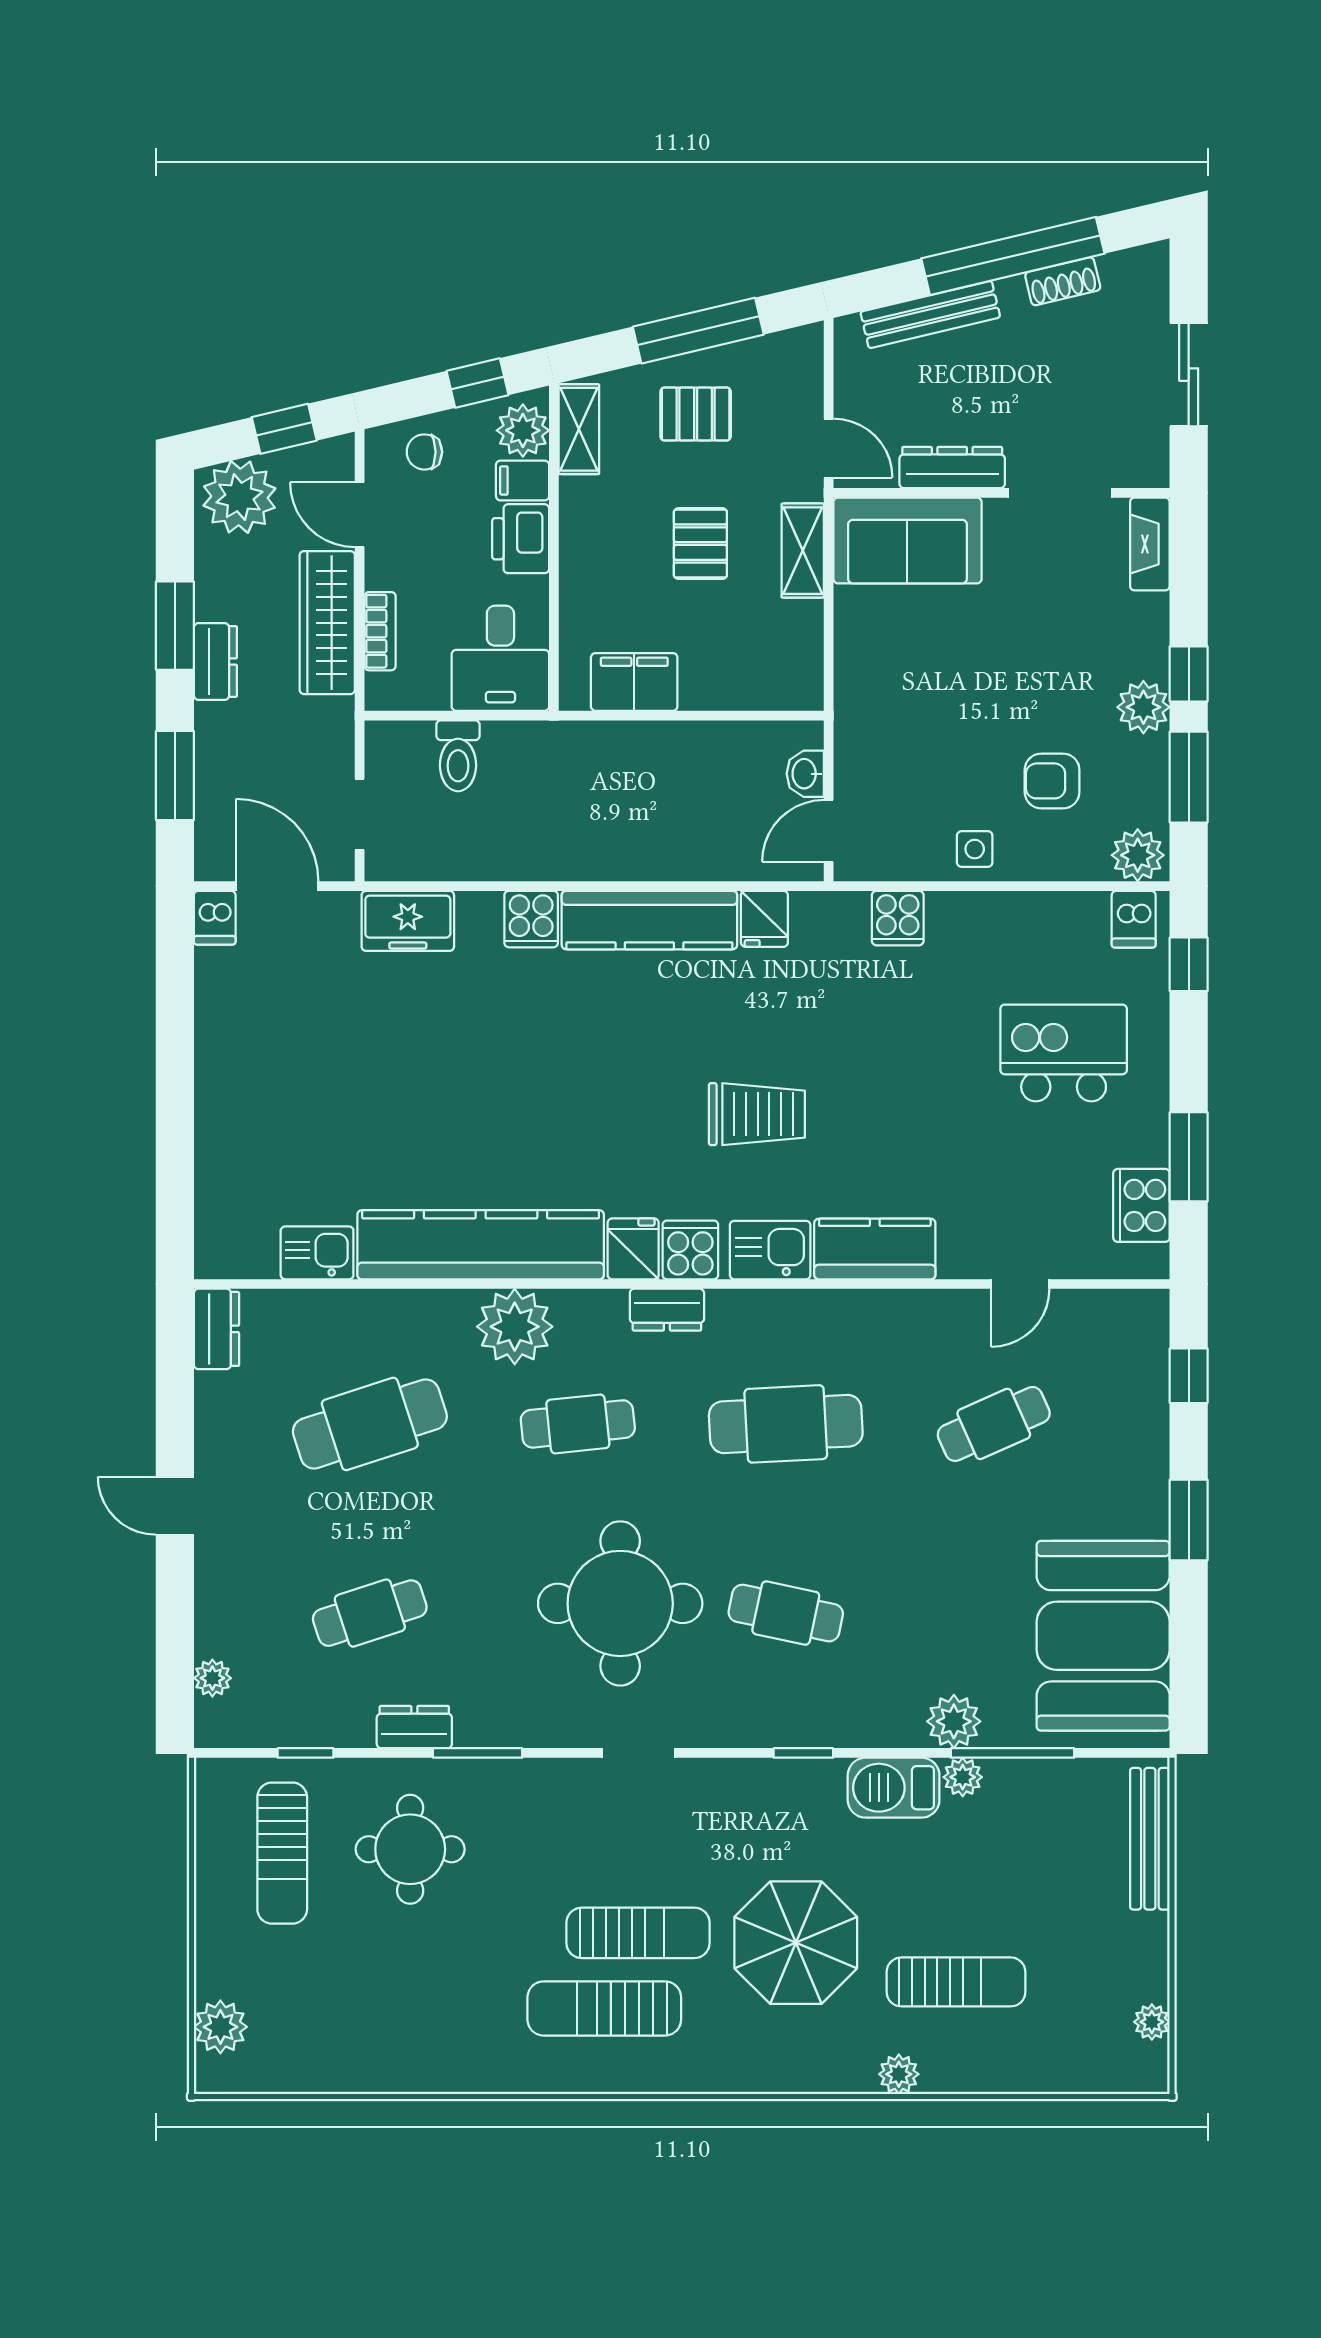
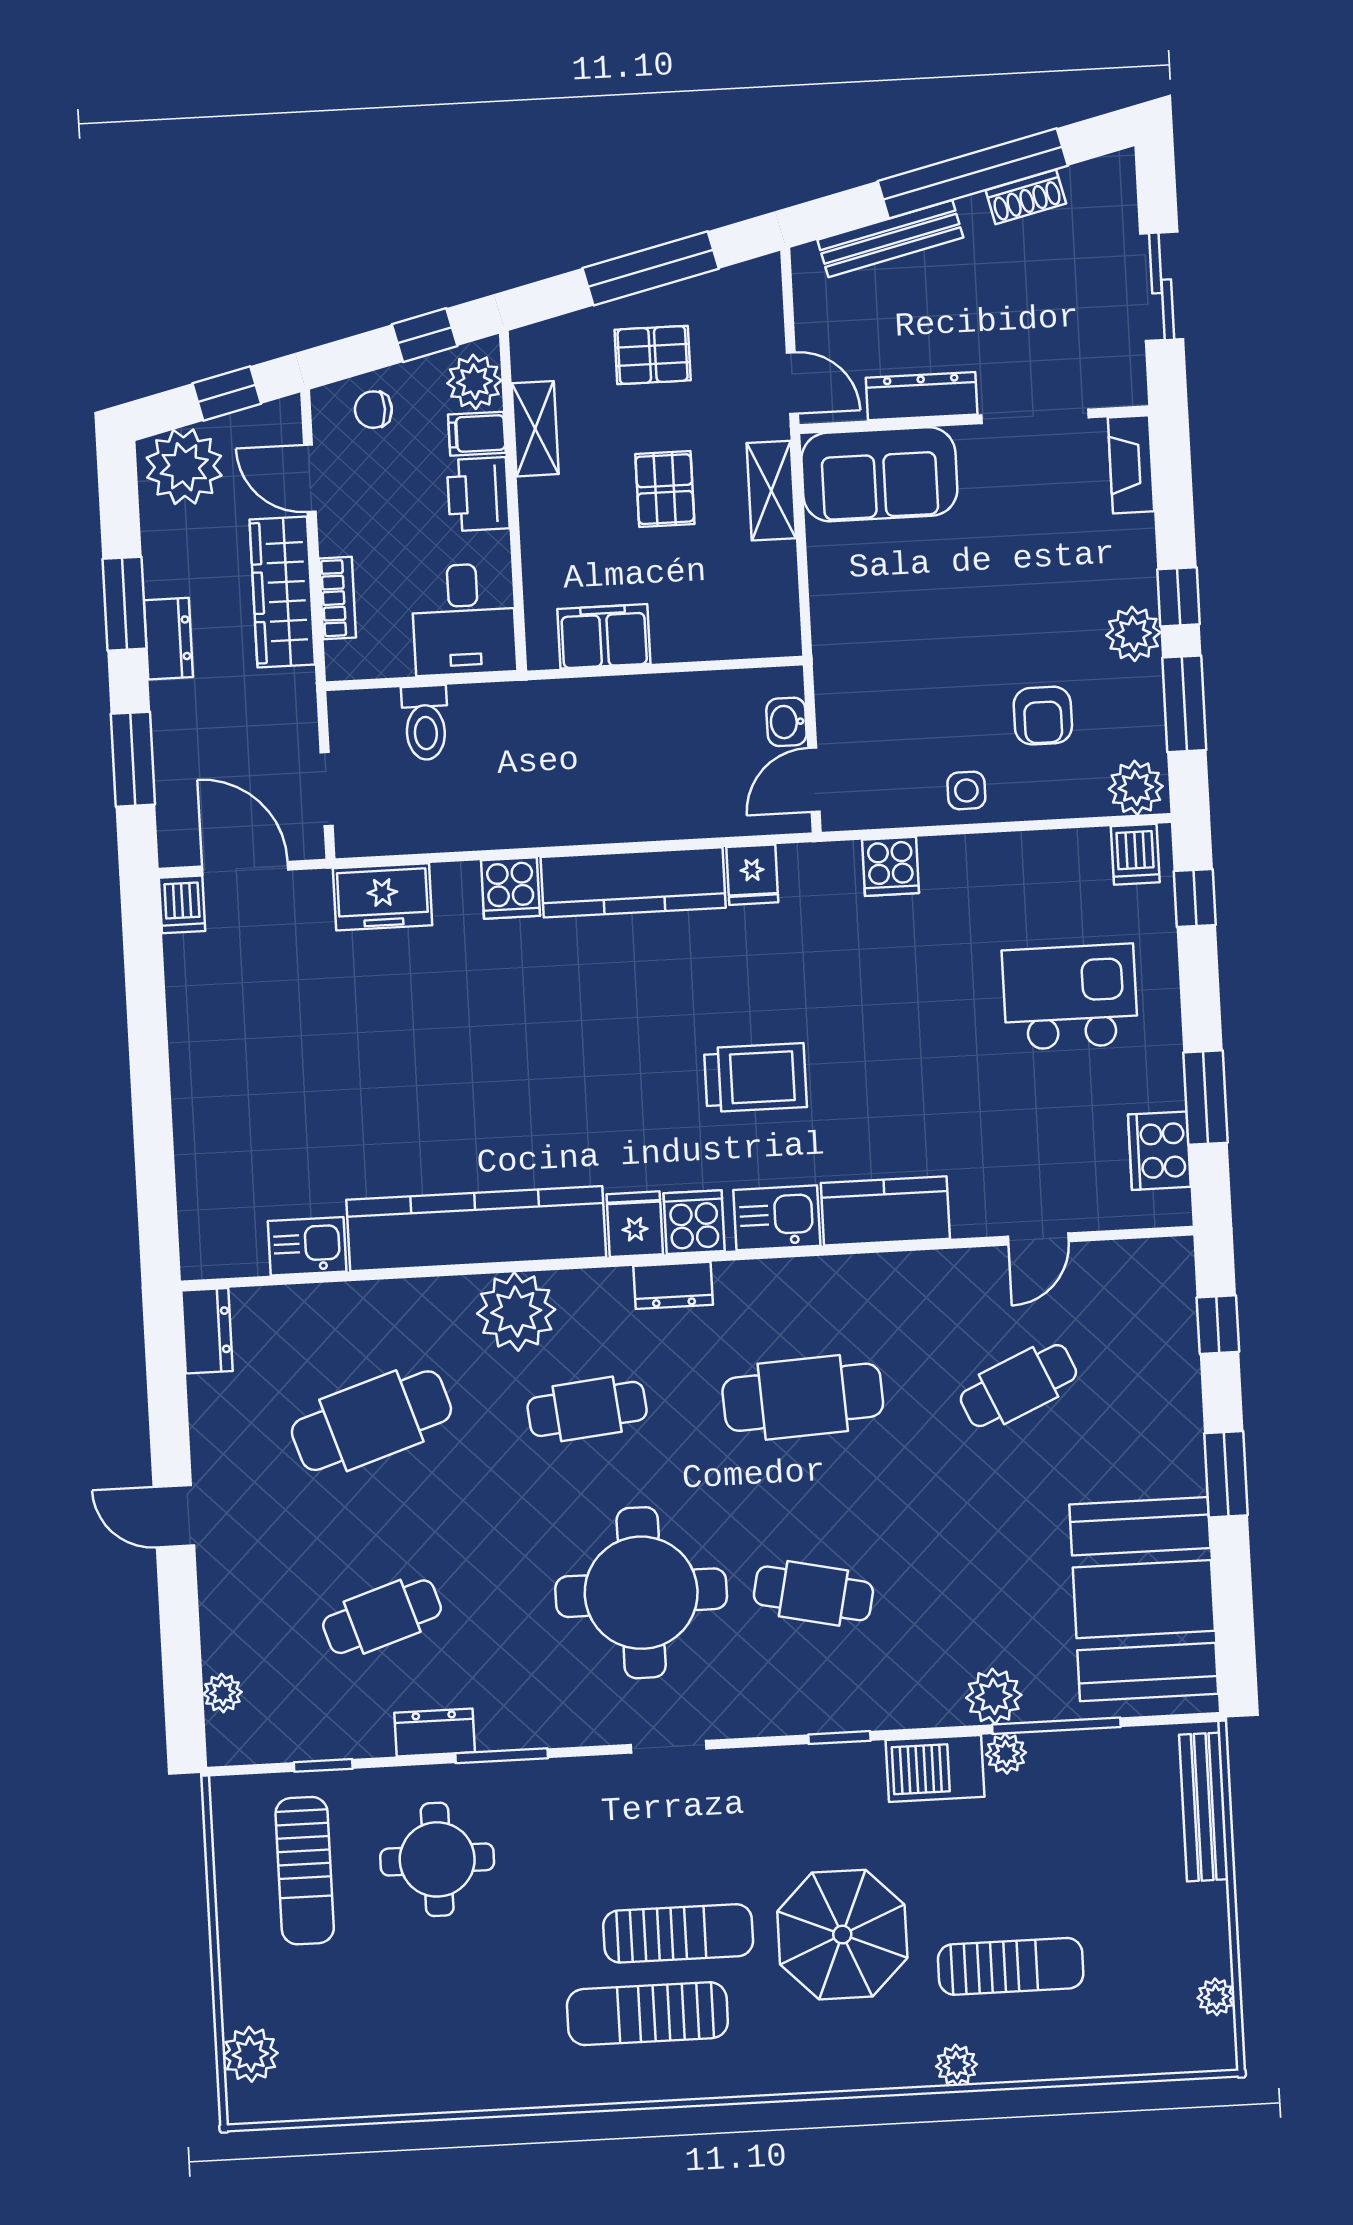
shelving: (579, 429) -> (535, 429), moved
armchair: (1052, 781) -> (1043, 716), turned -90

